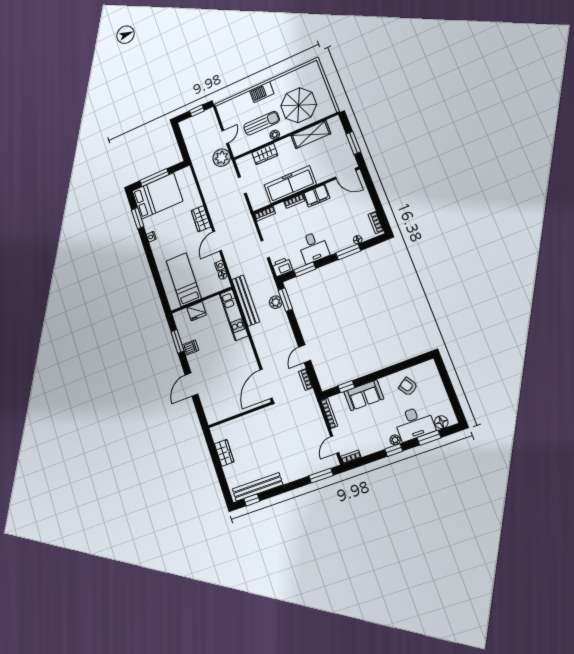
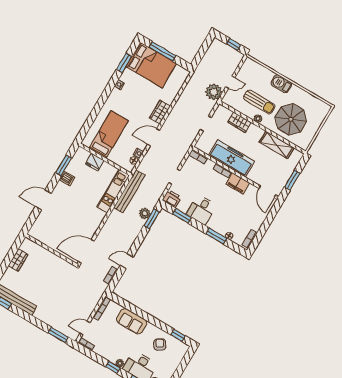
window: (346, 387) -> (178, 335), moved

